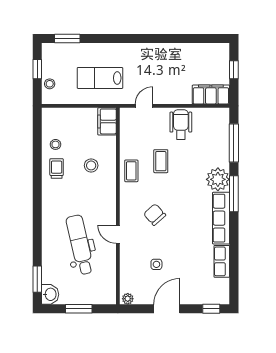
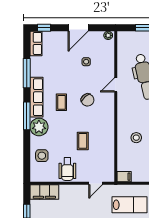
filing cabinet: (107, 121) -> (124, 177), width x0.50
side table: (214, 142) -> (42, 156), added
window: (234, 143) -> (27, 73), moved
coffee table: (131, 171) -> (61, 102), moved
door: (118, 234) -> (116, 85), swing flipped
row of seats: (222, 261) -> (36, 43), moved

